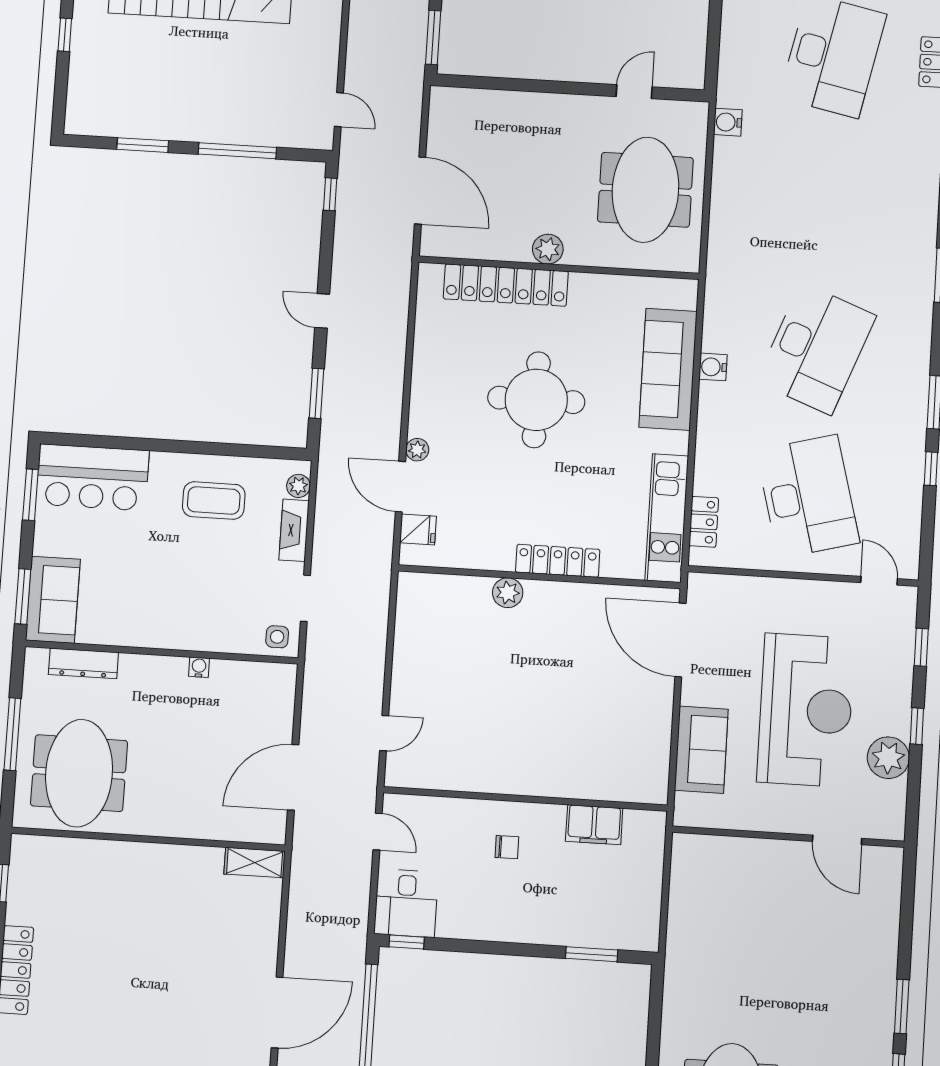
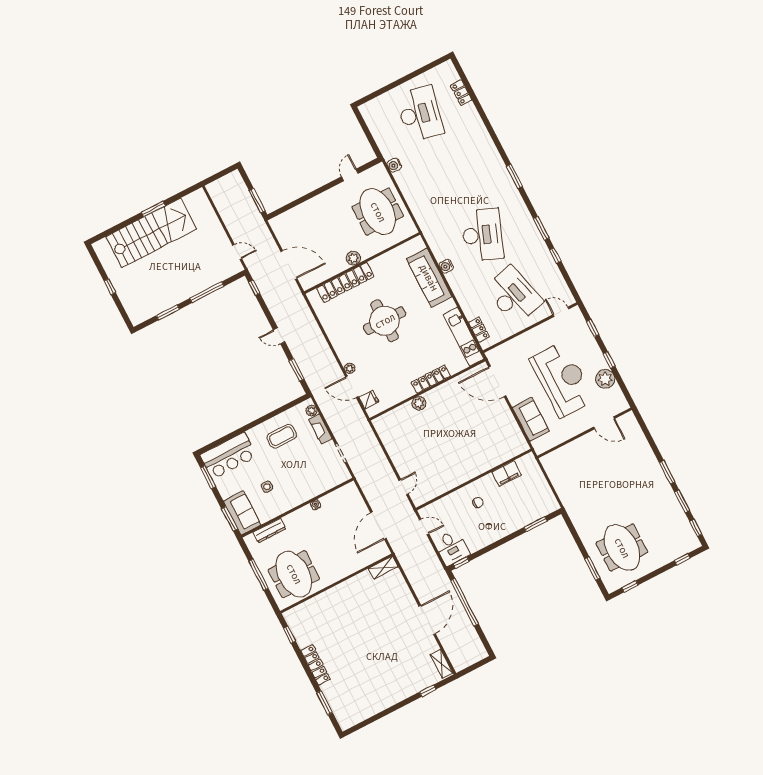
side table: (277, 637) -> (267, 487), moved

